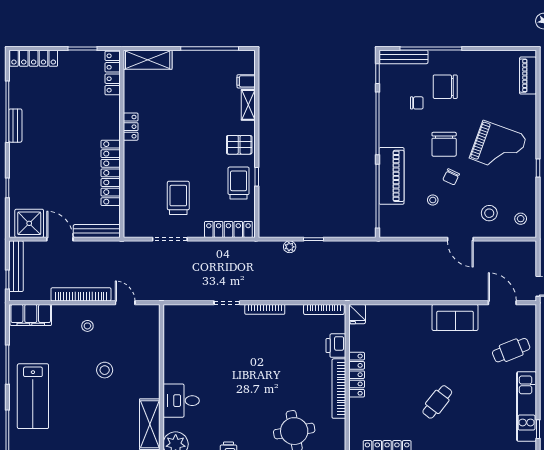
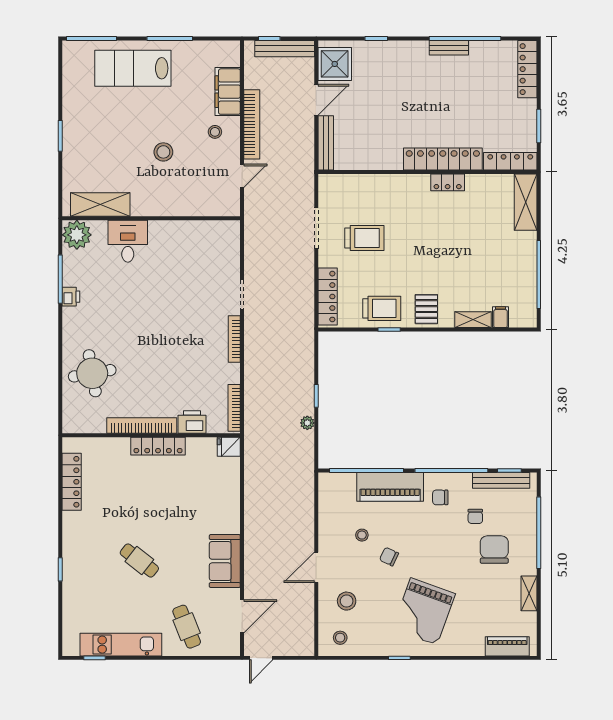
bench: (403, 57) -> (501, 480), moved, turned 90
shelving: (483, 57) -> (529, 593), added
chair: (444, 144) -> (440, 497), moved, width x0.54, depth x0.54
locker: (111, 173) -> (443, 159), moved
plant: (290, 247) -> (307, 423), moved
filing cabinet: (31, 315) -> (228, 92), moved
cafe table: (437, 402) -> (139, 561), moved

